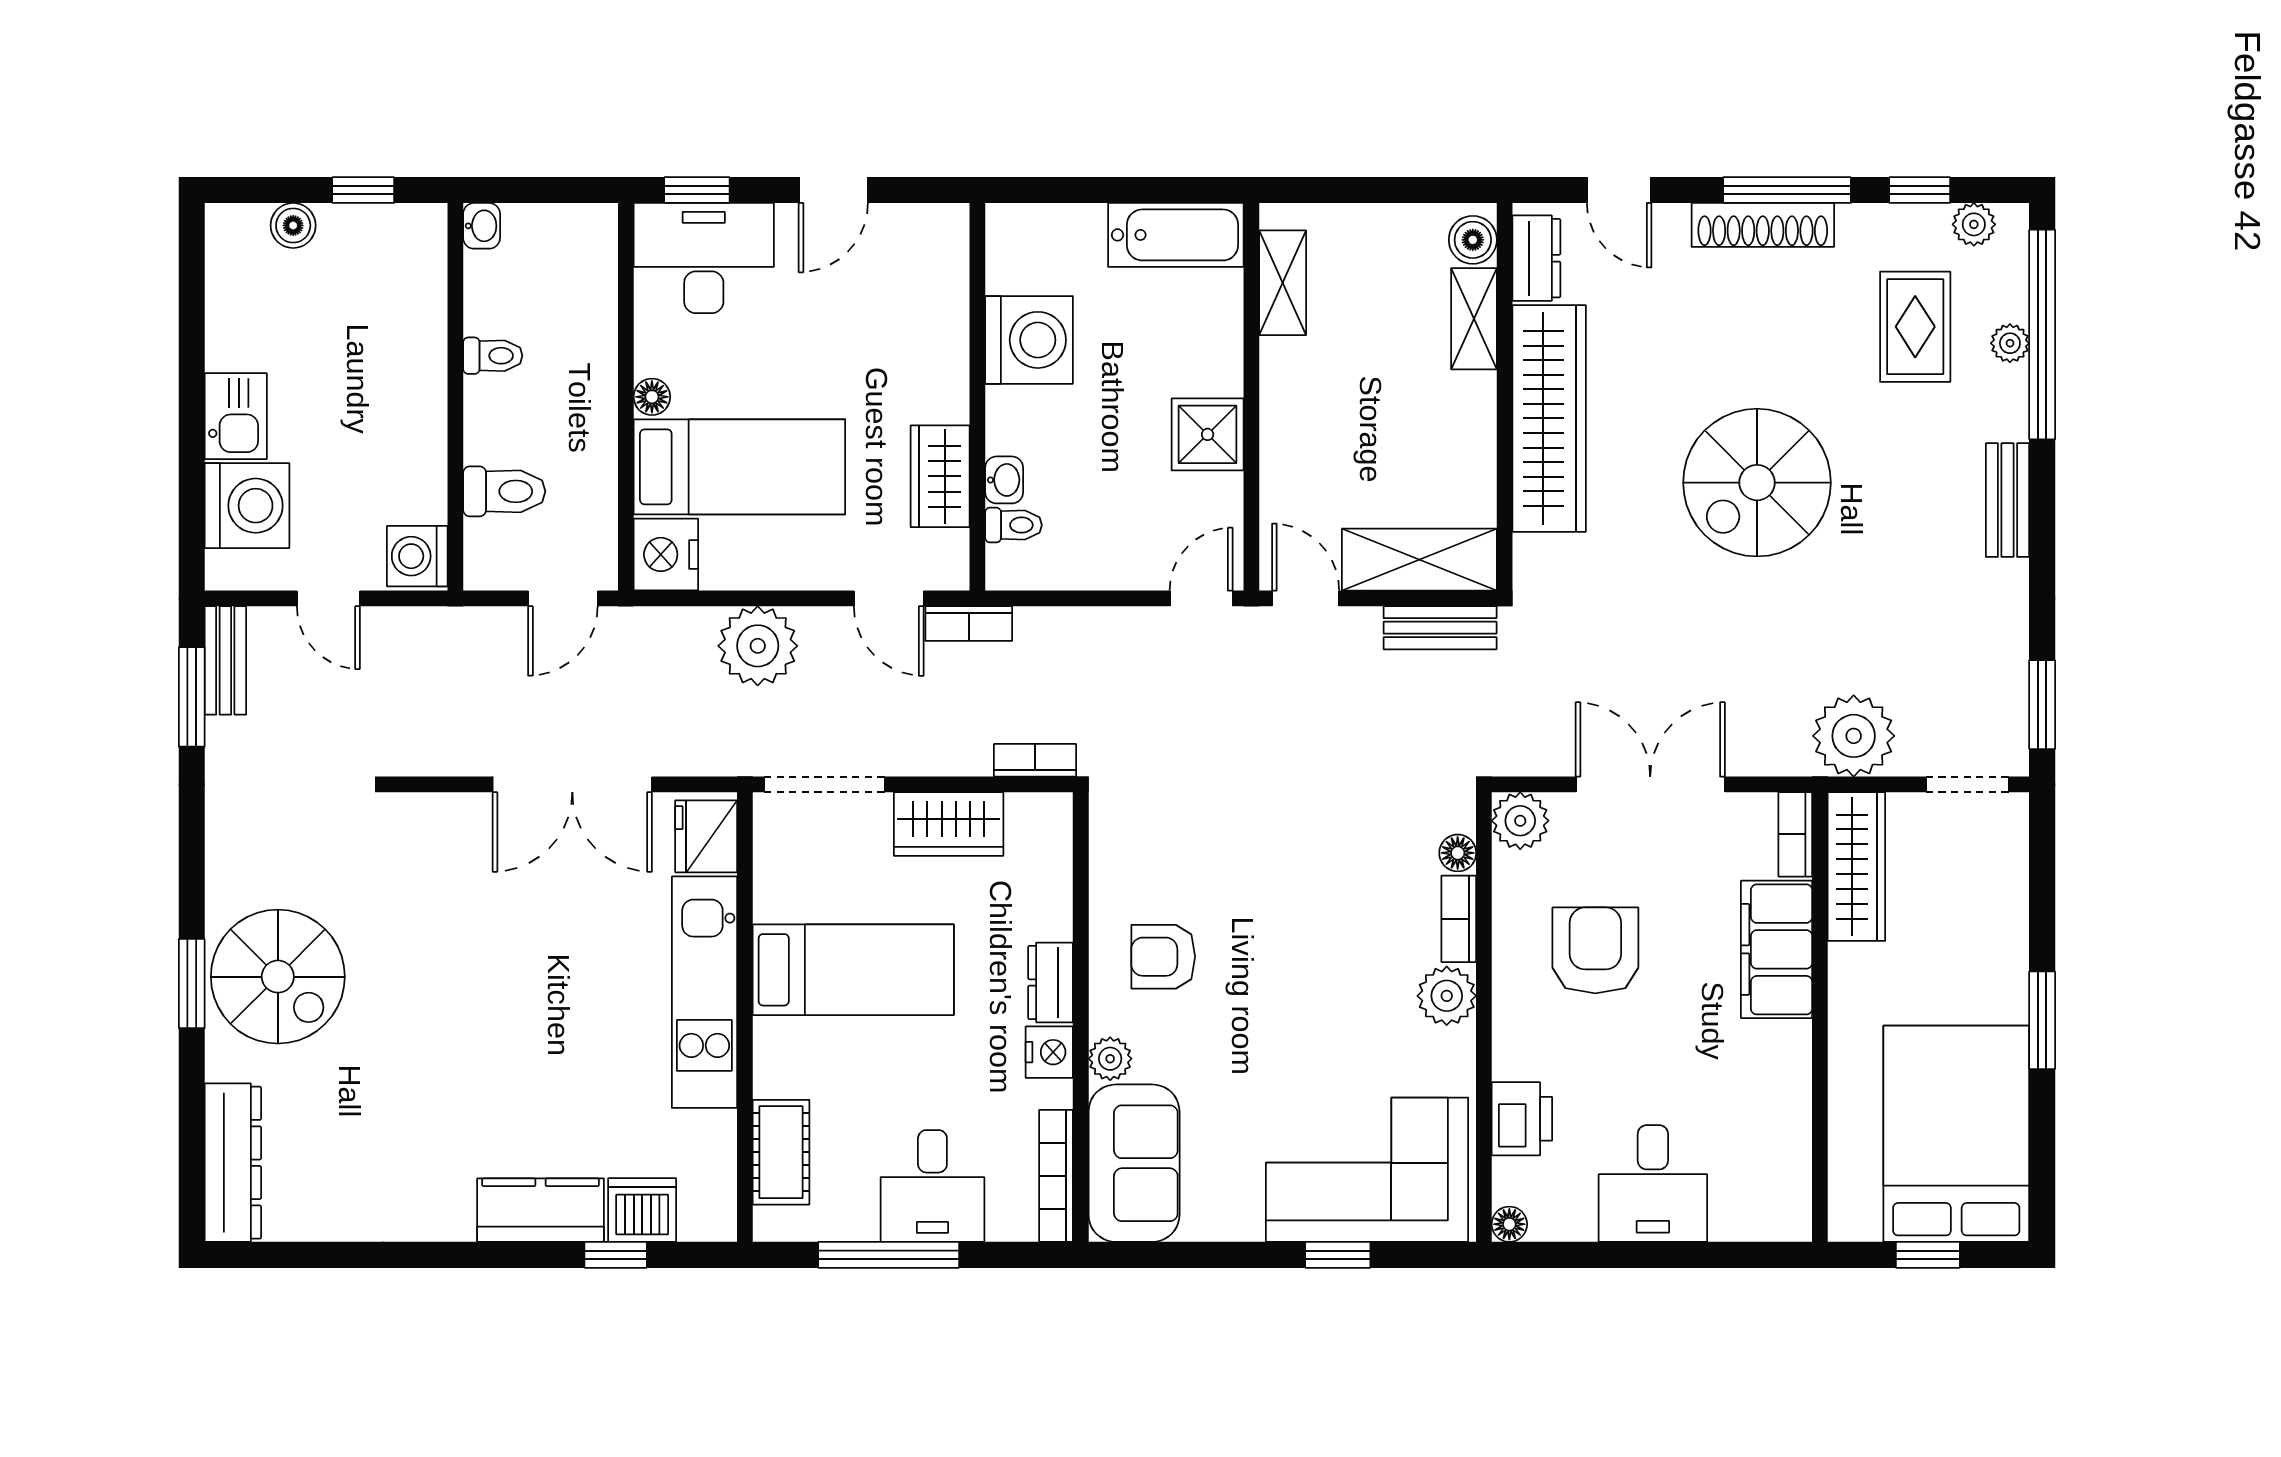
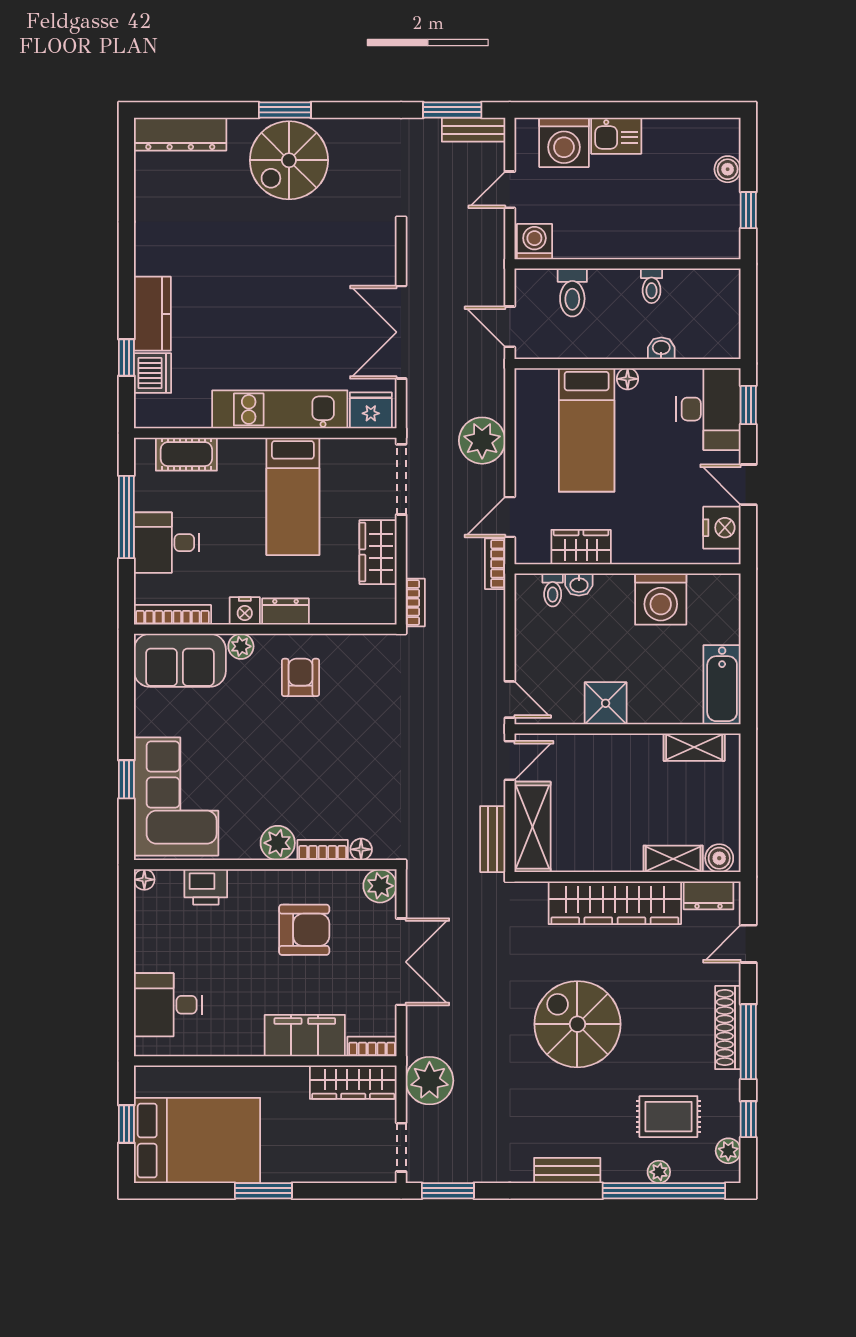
washbasin: (482, 226) -> (661, 348), moved, turned 180
nightstand: (666, 554) -> (722, 528), moved, turned 90
desk: (1653, 1183) -> (168, 1005), moved

